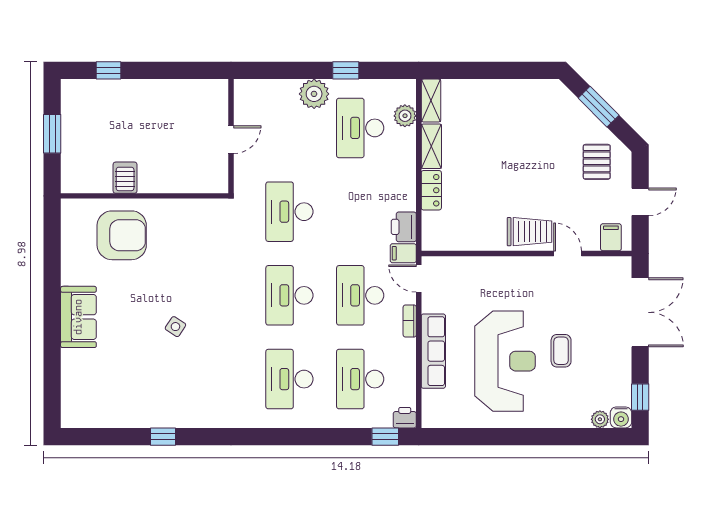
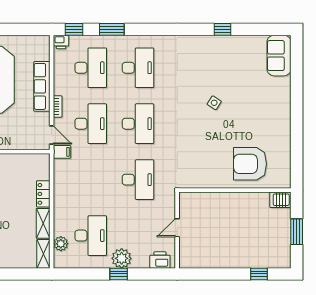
window: (346, 70) -> (119, 274), moved
server rack: (125, 178) -> (280, 200), moved, turned 90
printer: (404, 227) -> (160, 260), moved, turned -90
sofa: (78, 317) -> (279, 56), moved
window: (329, 437) -> (112, 29), added

